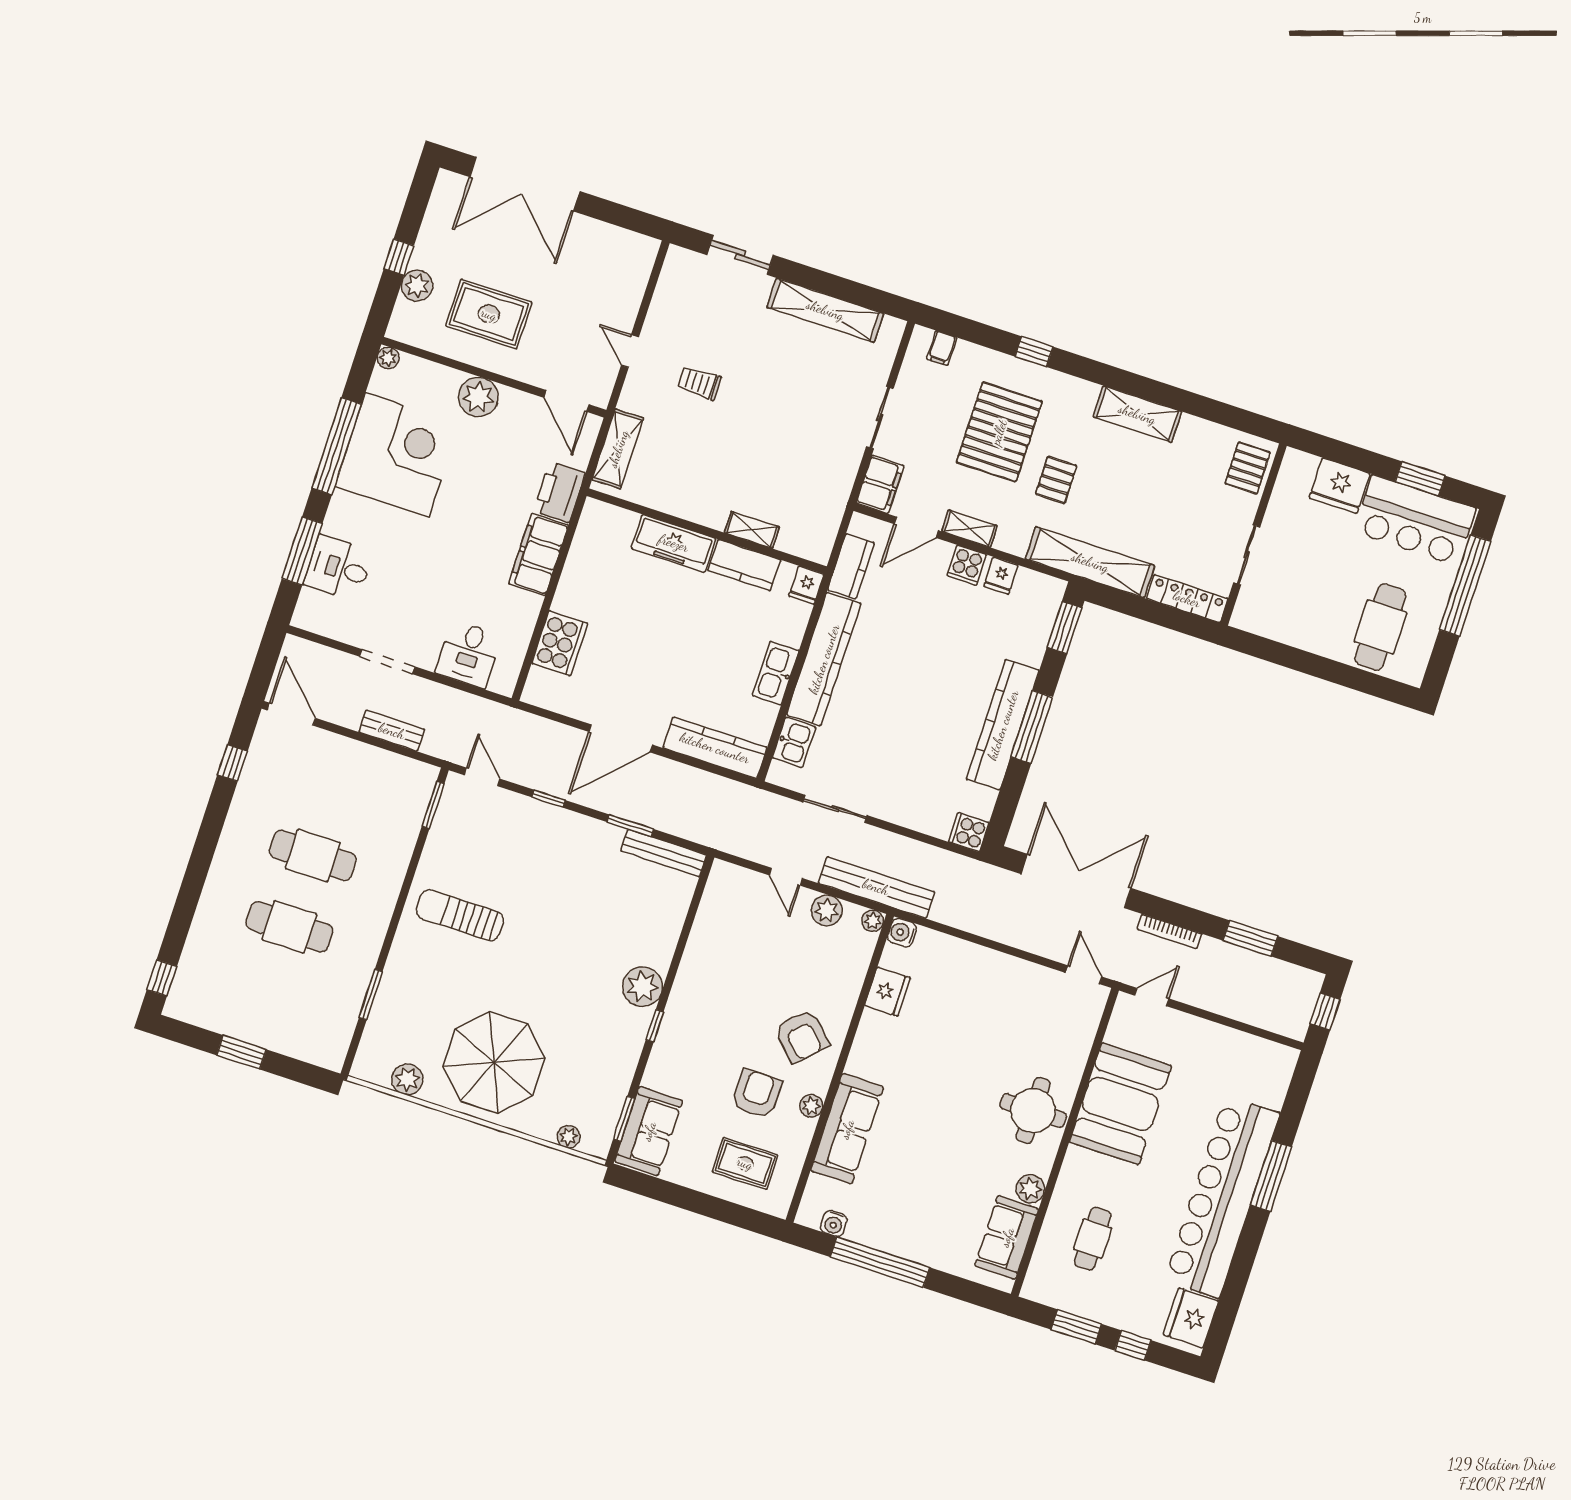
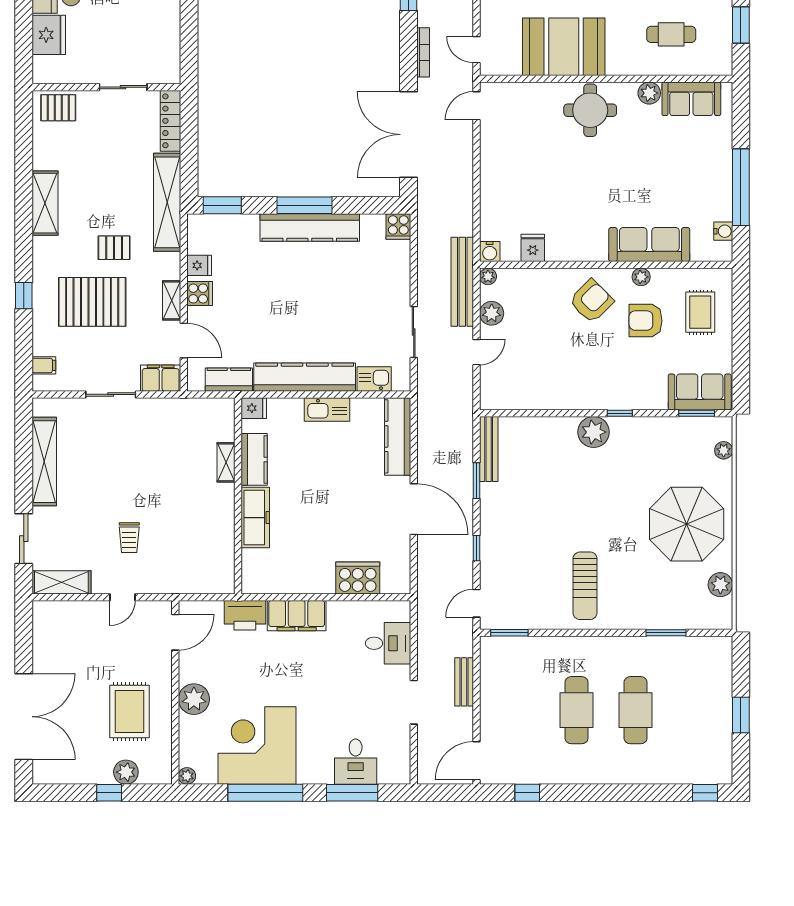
shelving: (618, 449) -> (61, 582), moved
fridge: (888, 992) -> (533, 248), width x0.72

